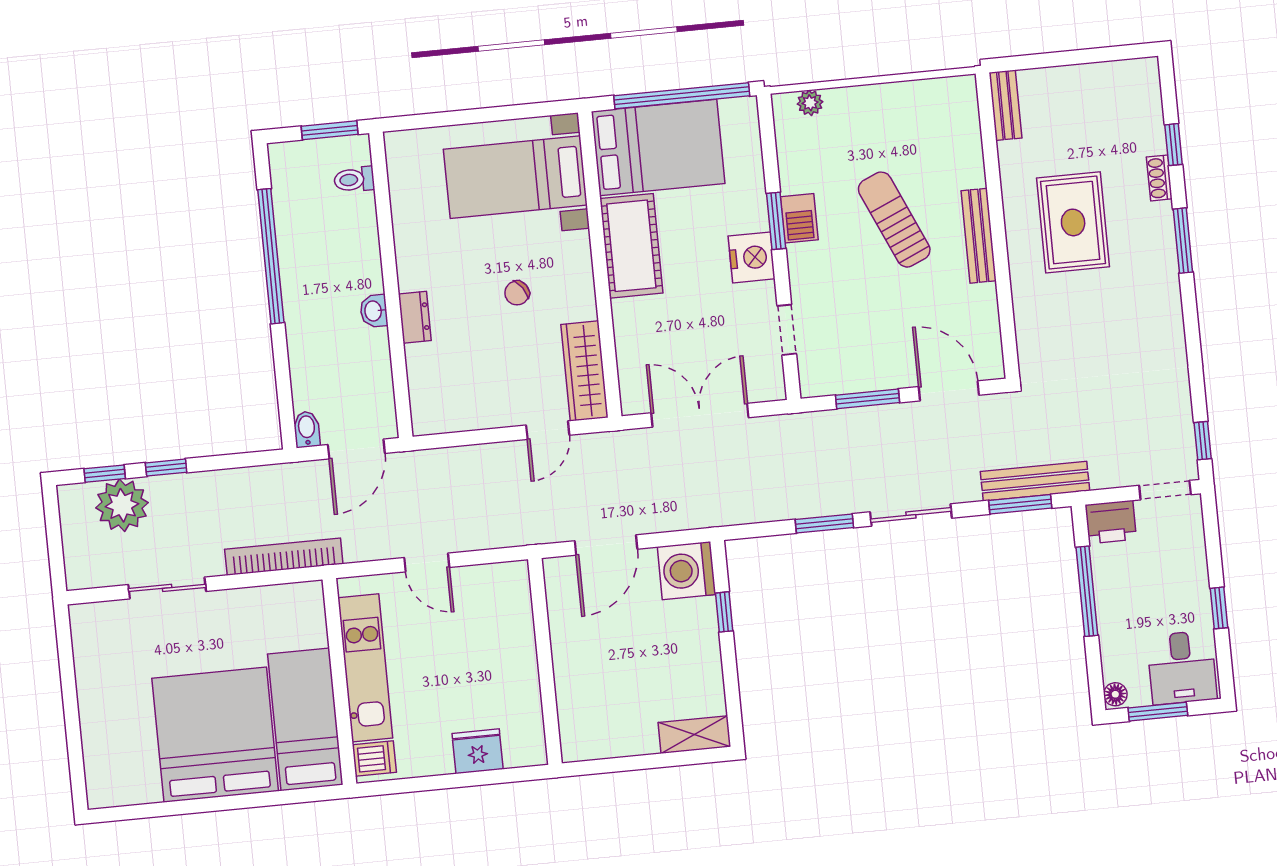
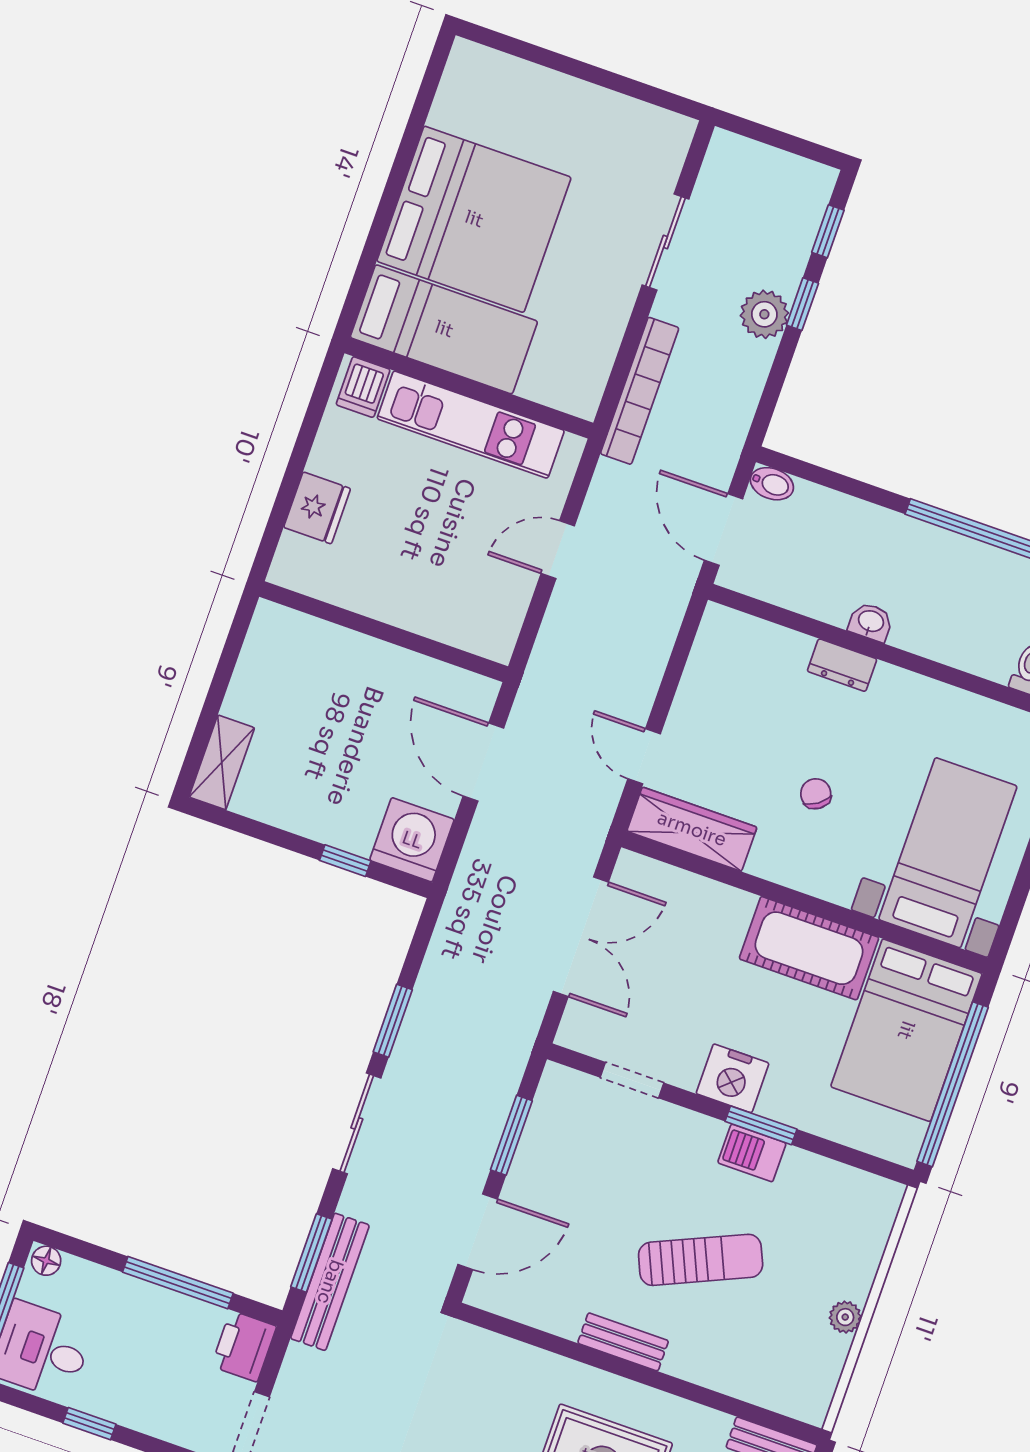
plant: (810, 103) -> (845, 1317), moved
bench: (979, 236) -> (623, 1342), width x0.73
plant: (122, 505) -> (764, 314), moved, width x0.73, depth x0.73

